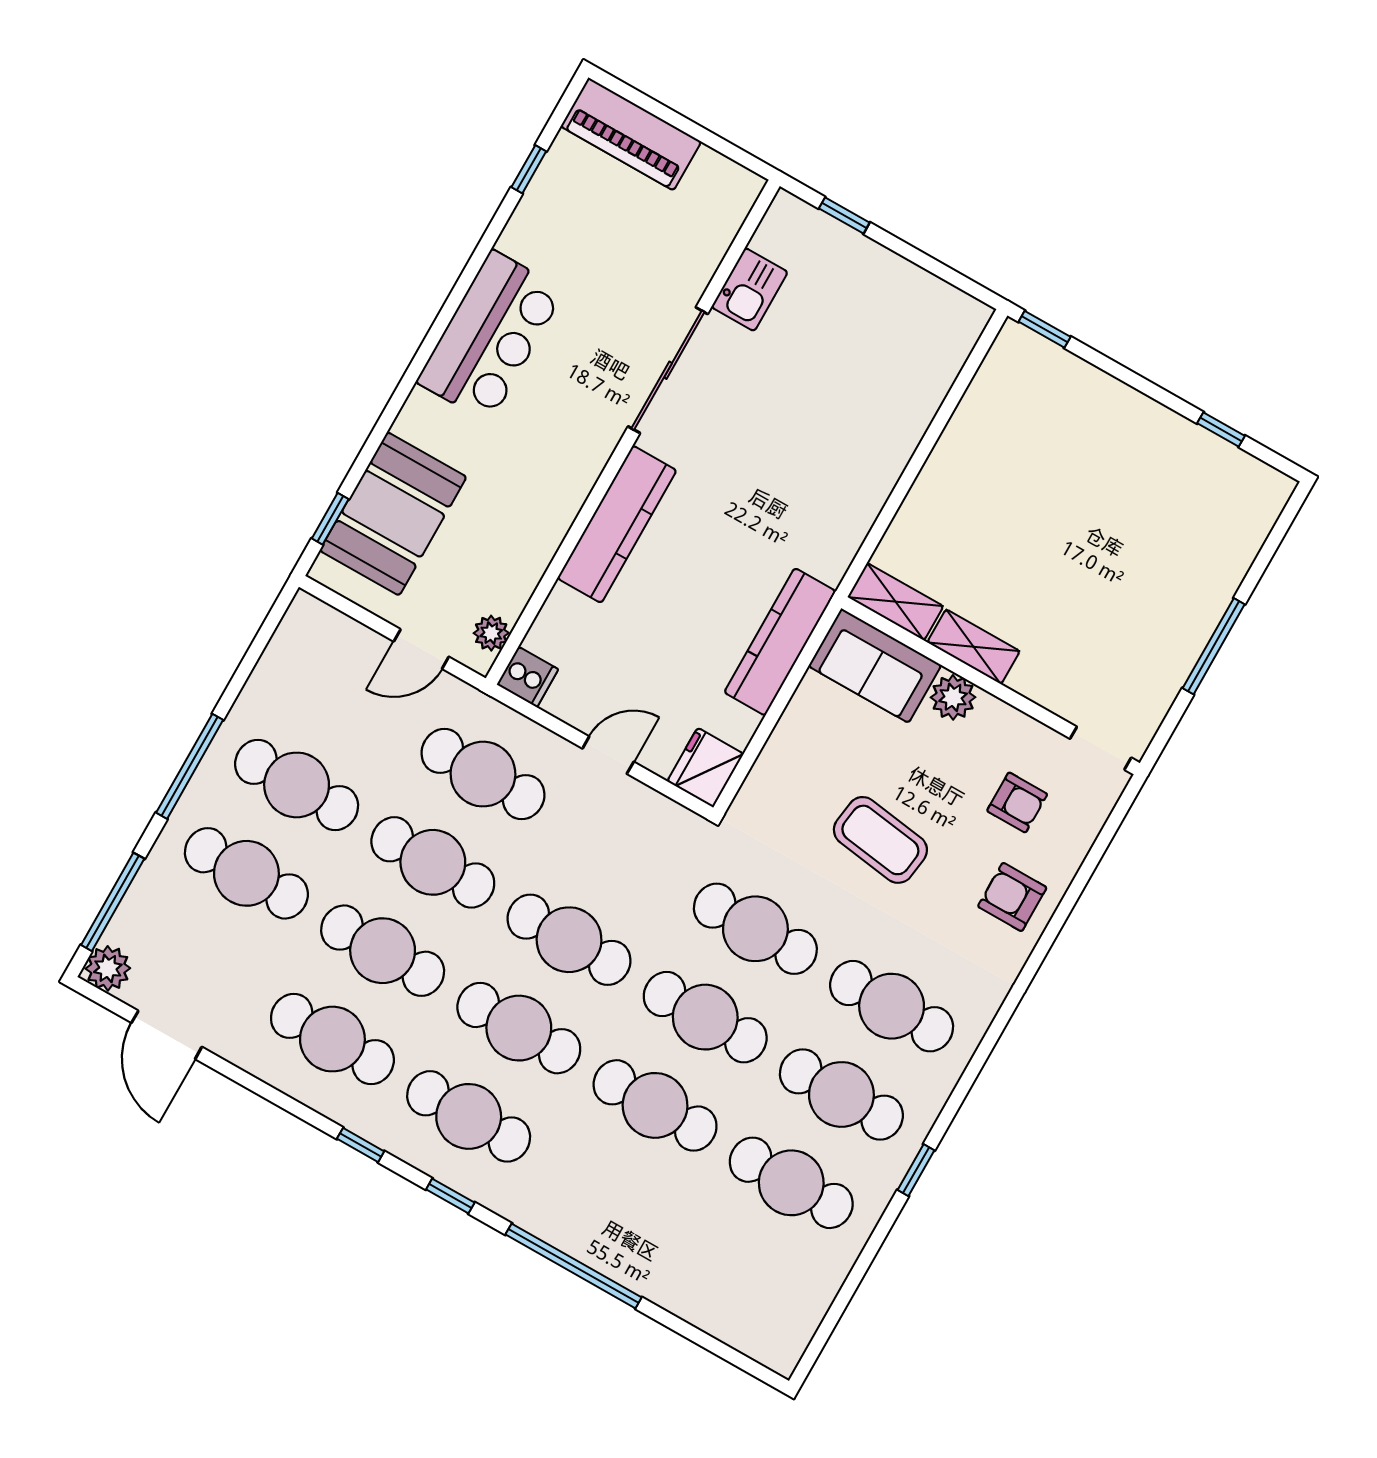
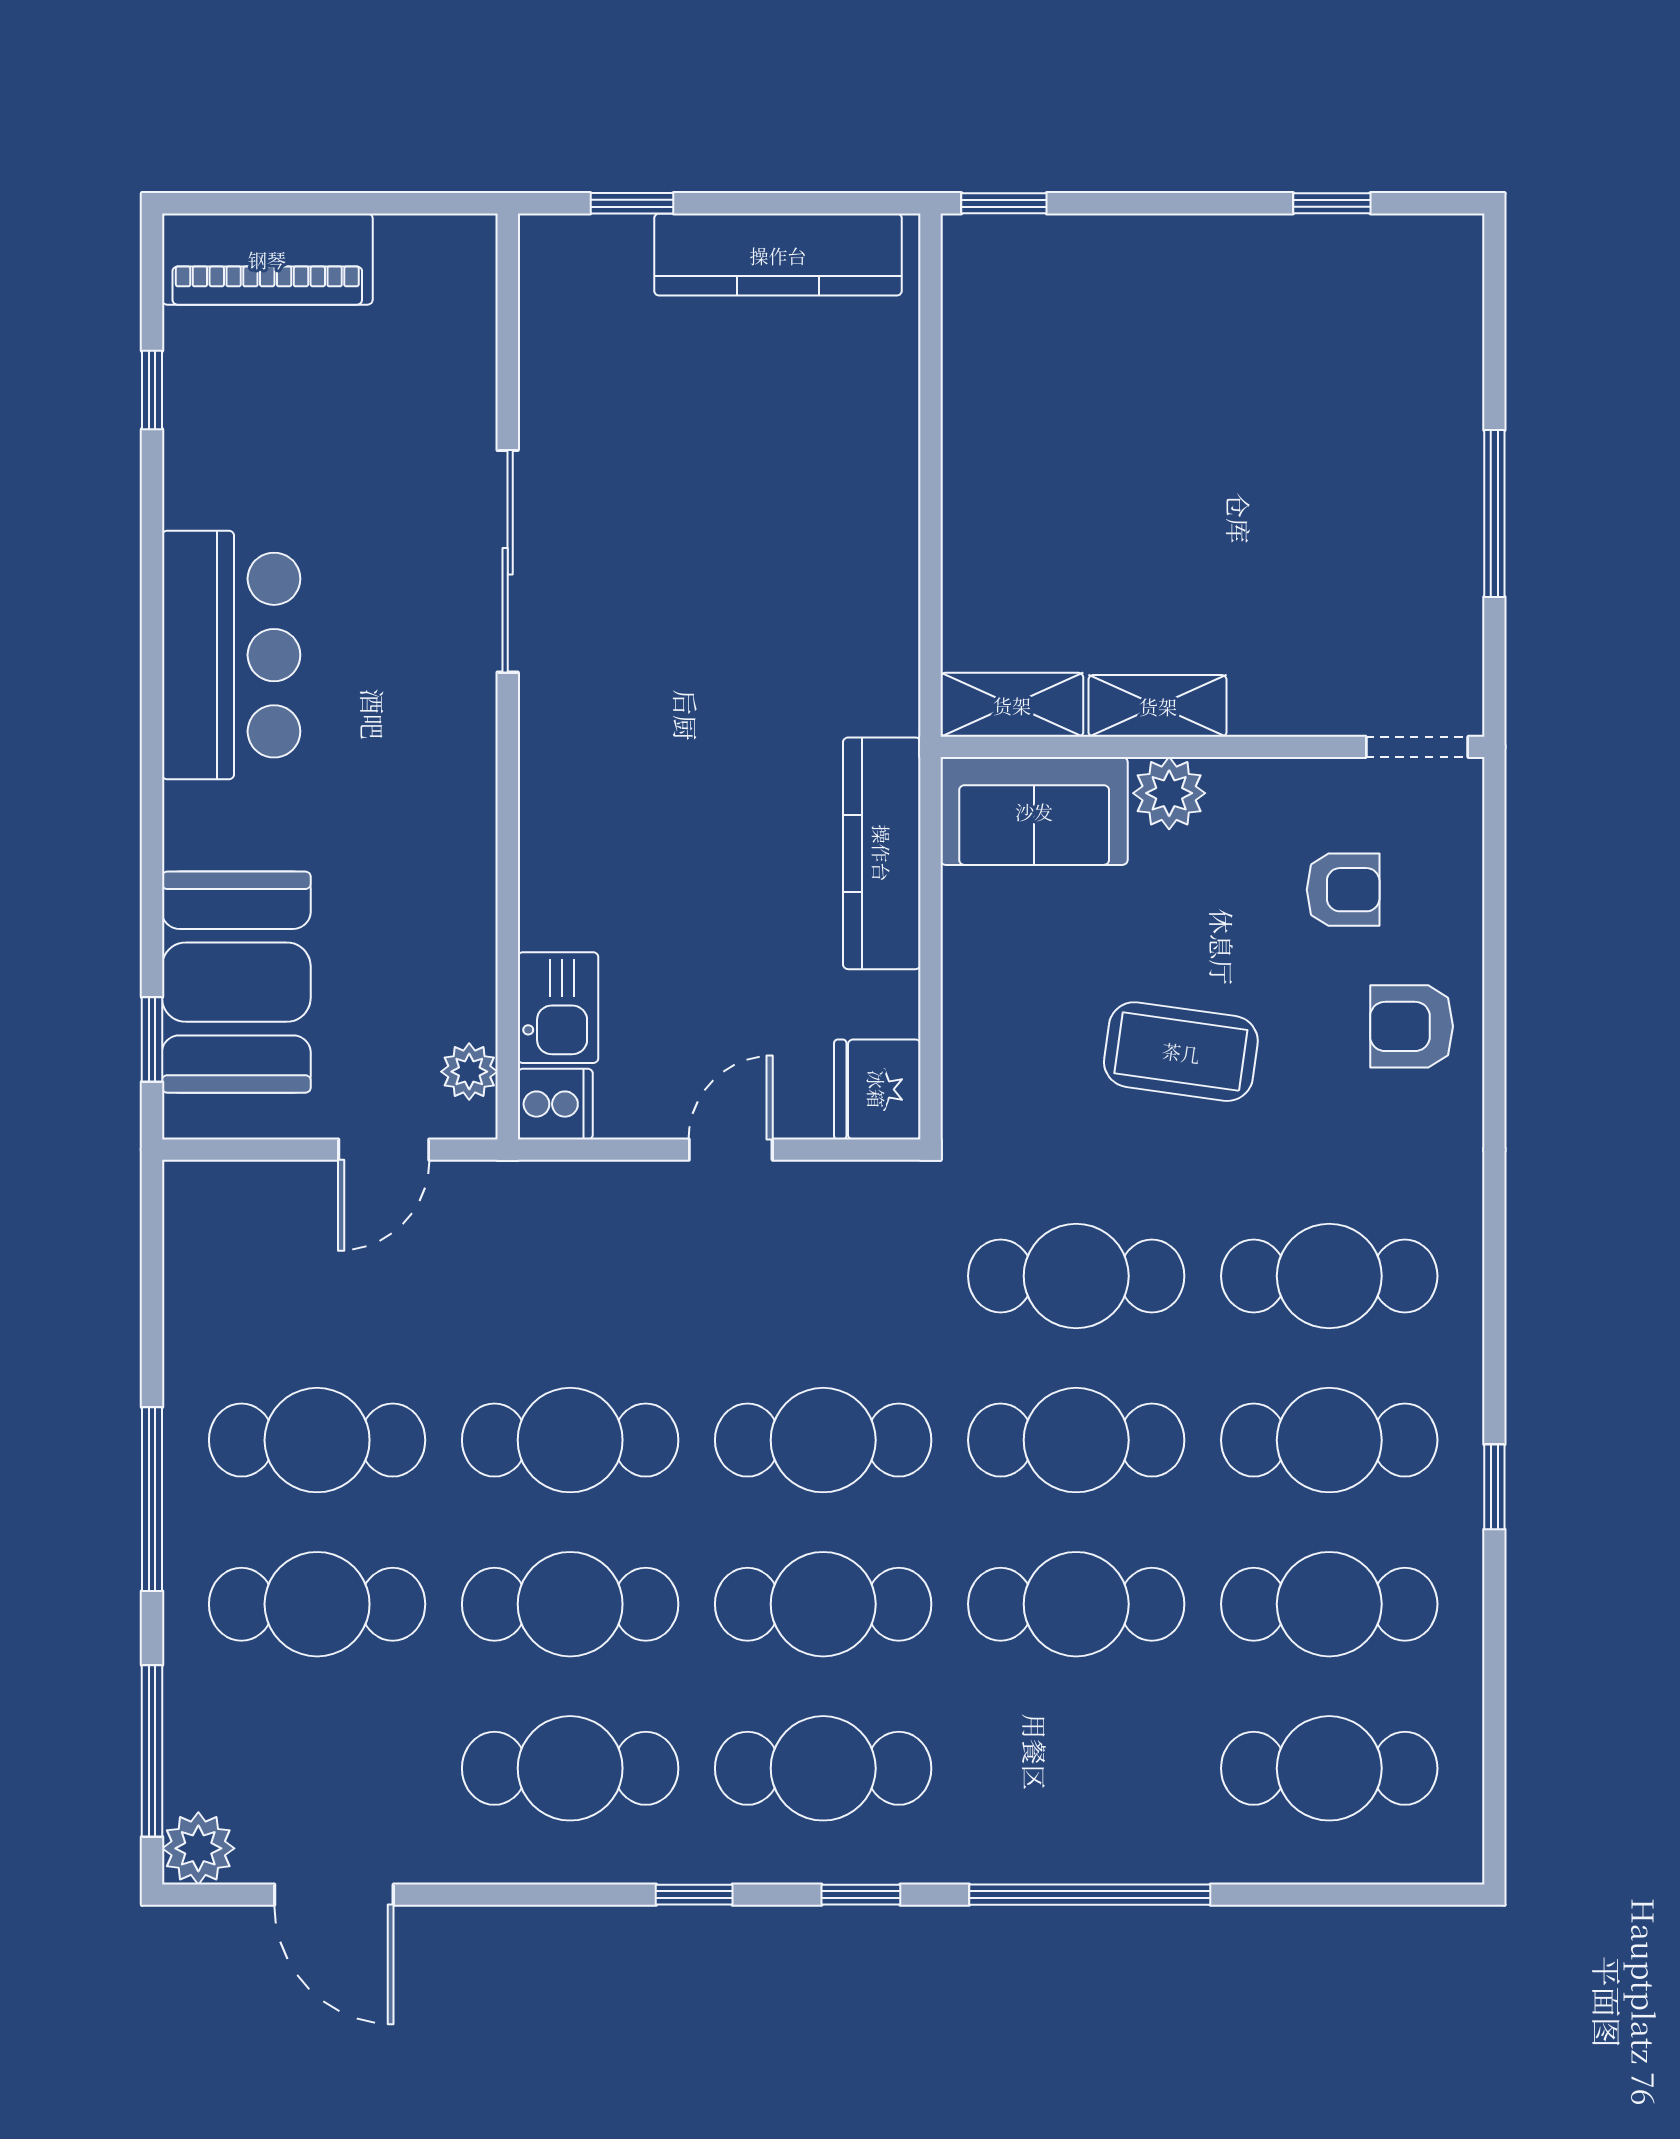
kitchen sink: (750, 290) -> (558, 1008), moved
kitchen counter: (617, 524) -> (778, 255), moved, turned 90
cafe table: (483, 774) -> (1329, 1768), moved

